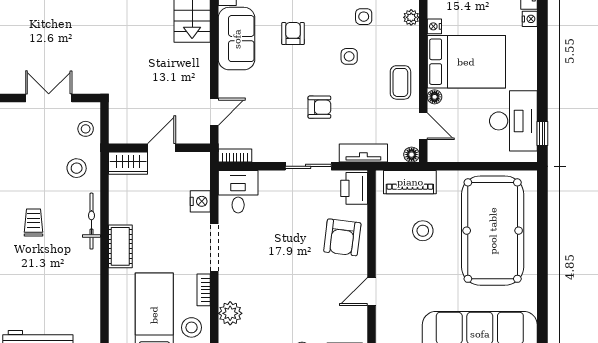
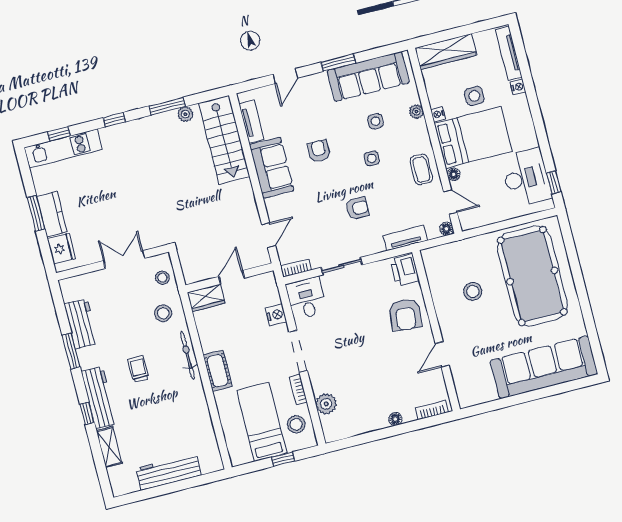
side table: (479, 16) -> (474, 96), added
sliding door: (308, 166) -> (342, 266), moved
piano: (410, 182) -> (451, 253), removed

